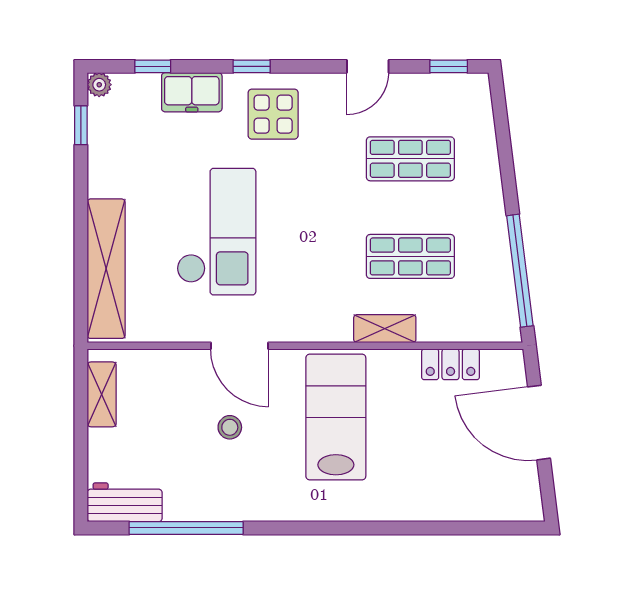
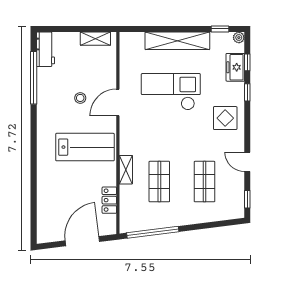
window: (252, 66) -> (247, 92), moved
freezer: (192, 92) -> (235, 67), moved
checkout: (216, 232) -> (171, 92), turned 180
shelving: (106, 269) -> (177, 41), moved

